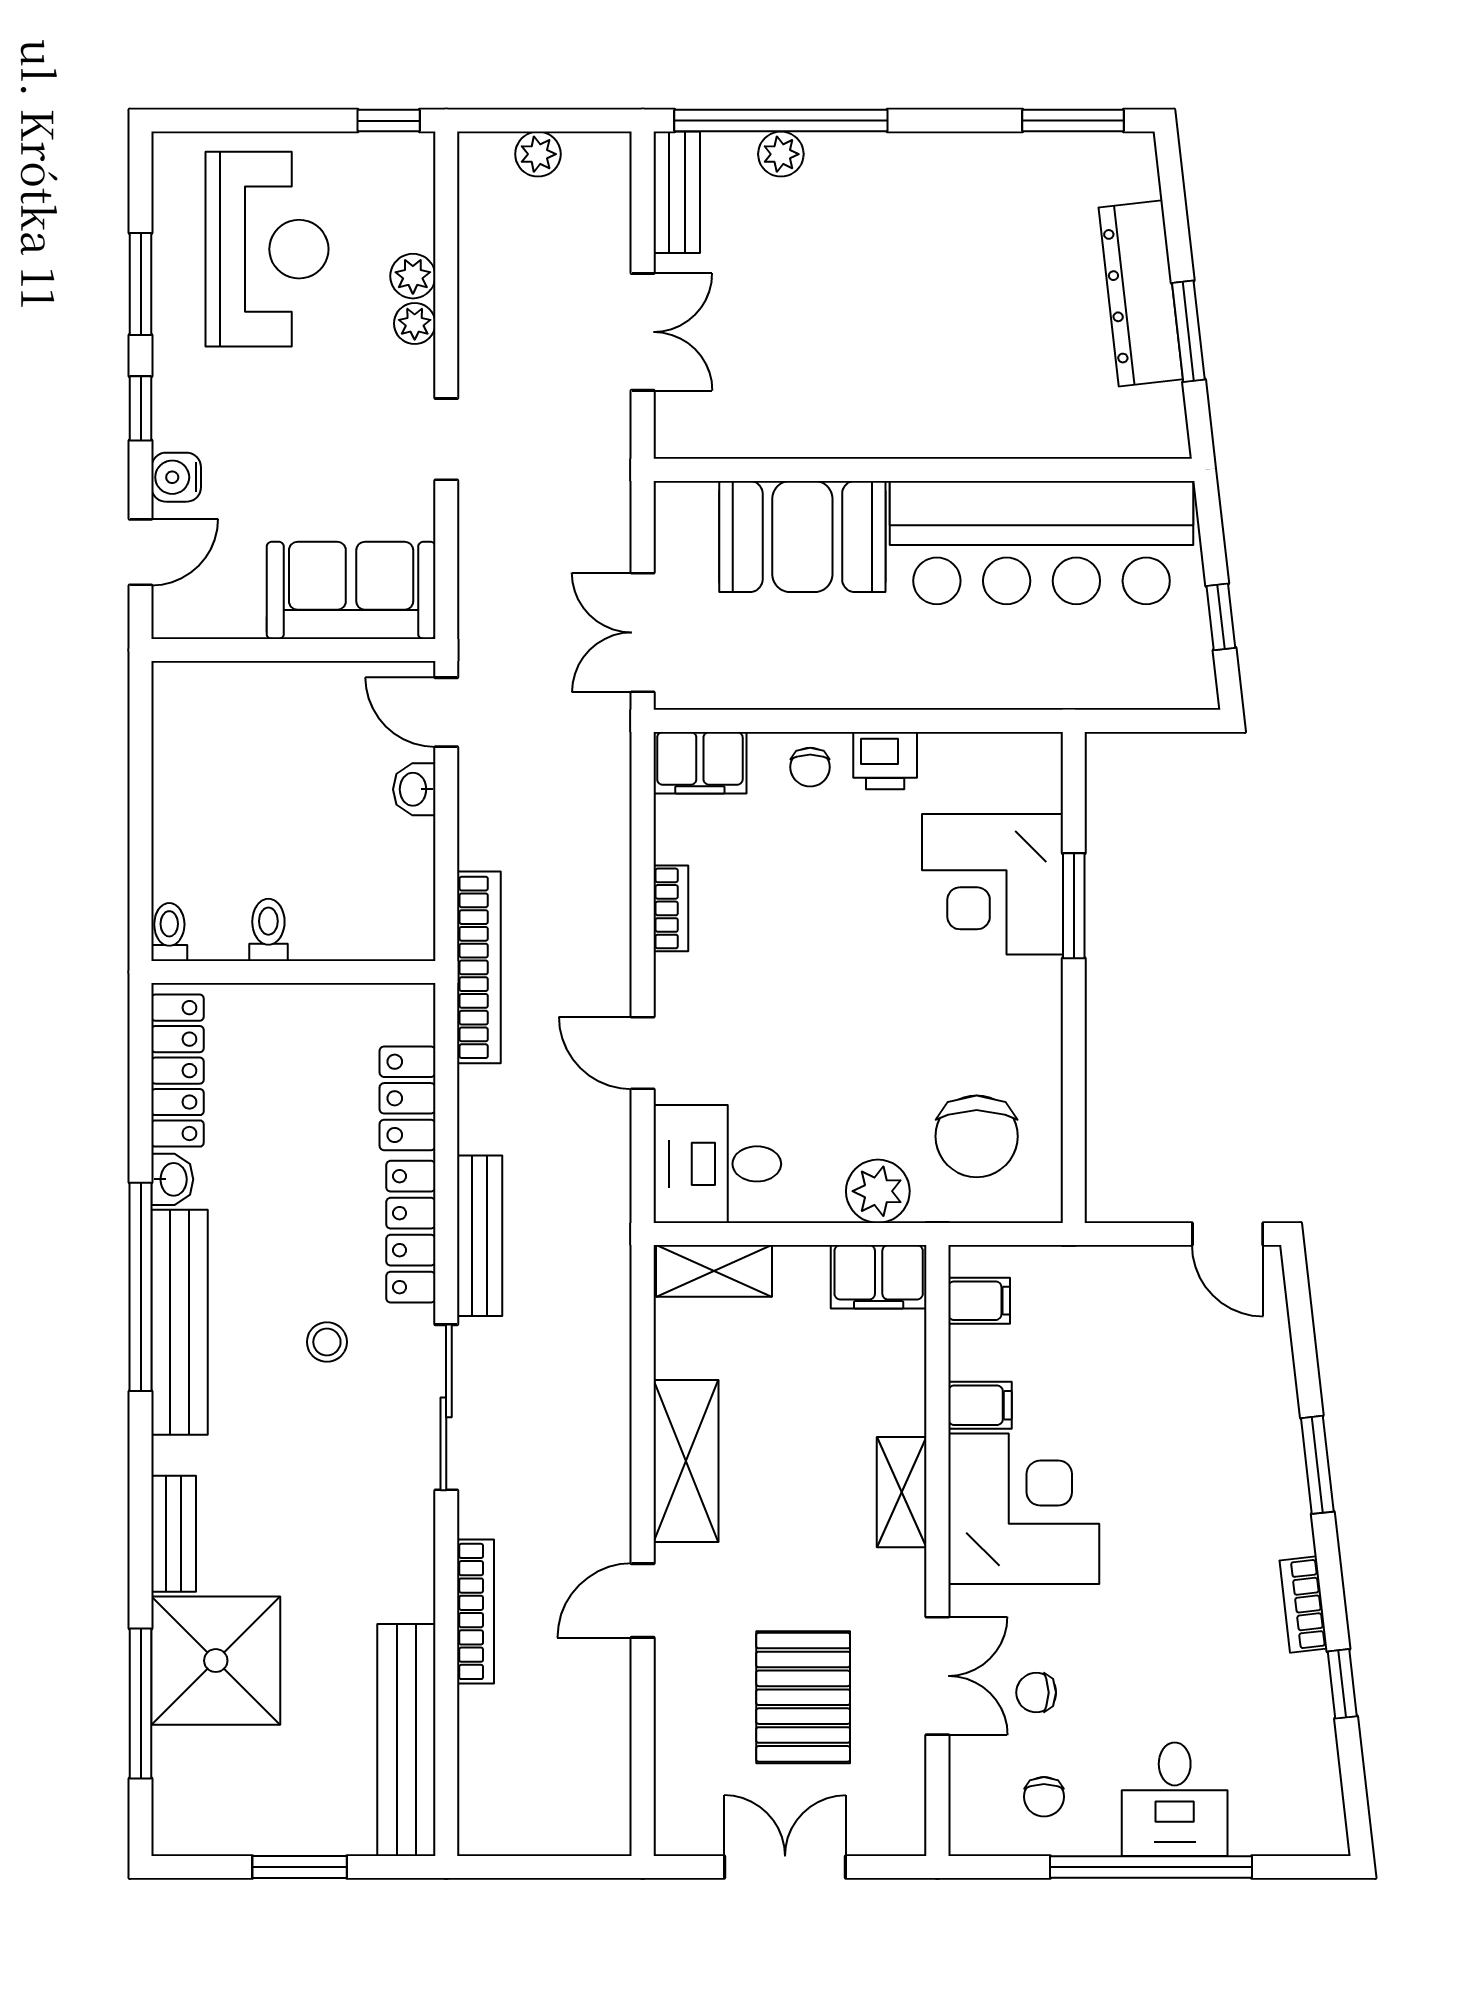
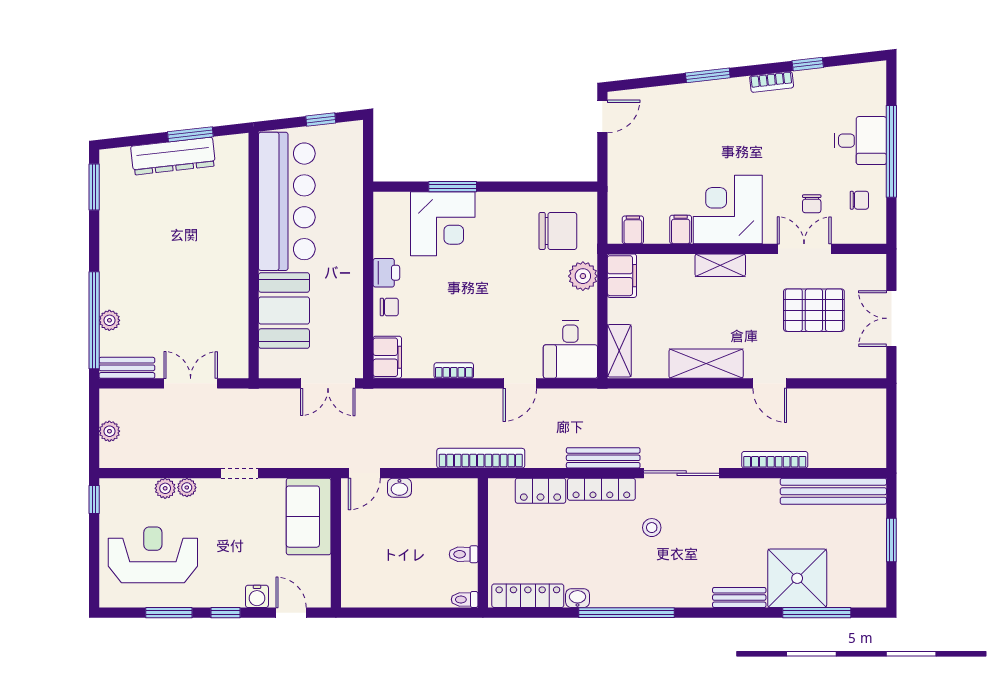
bench: (179, 1322) -> (643, 595), removed

